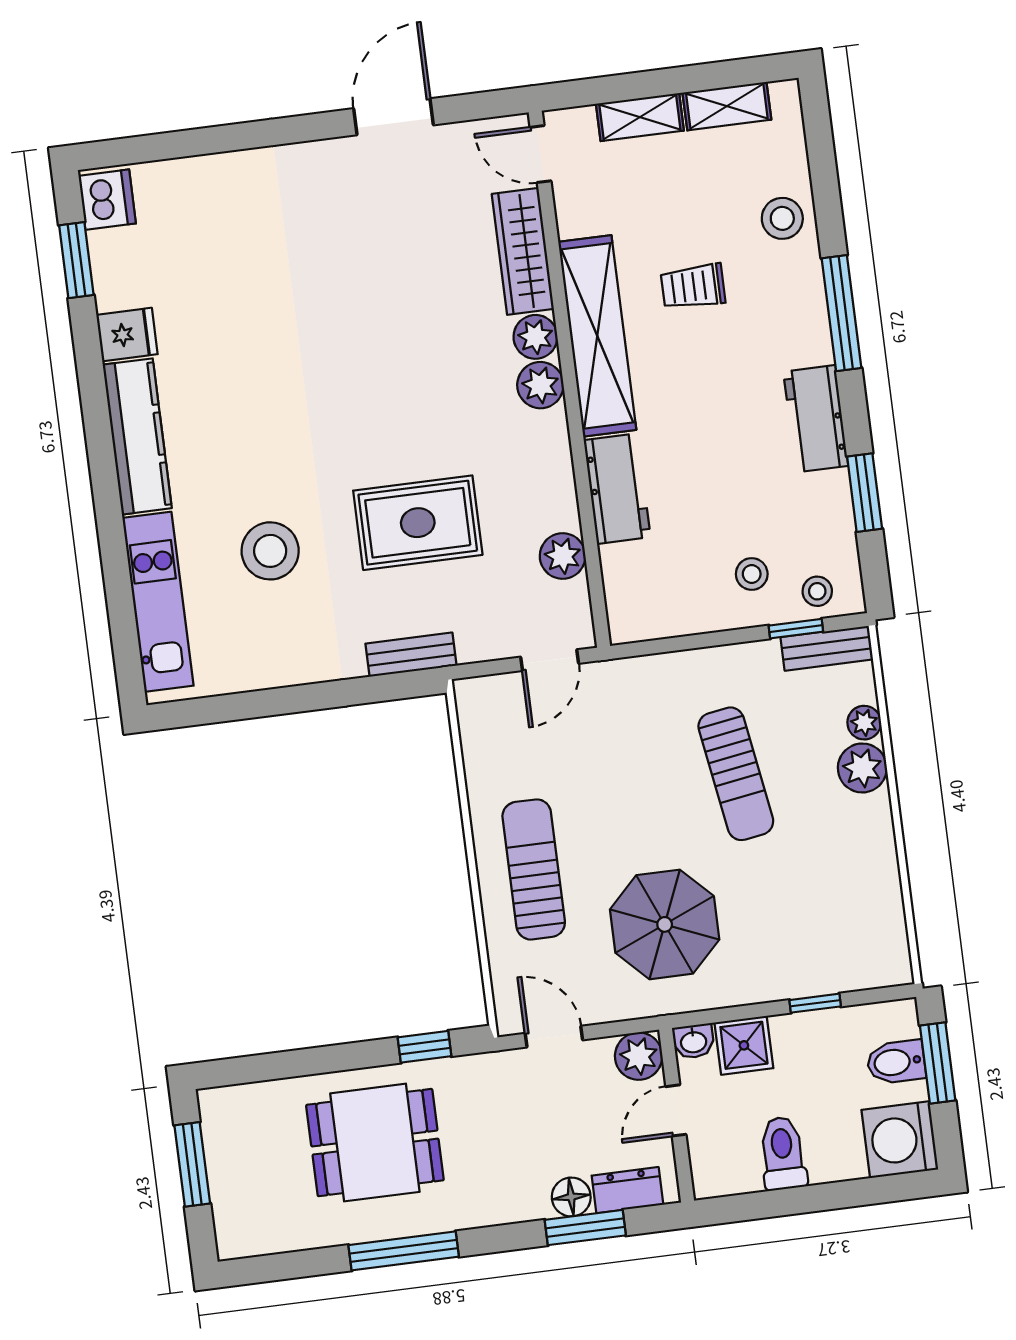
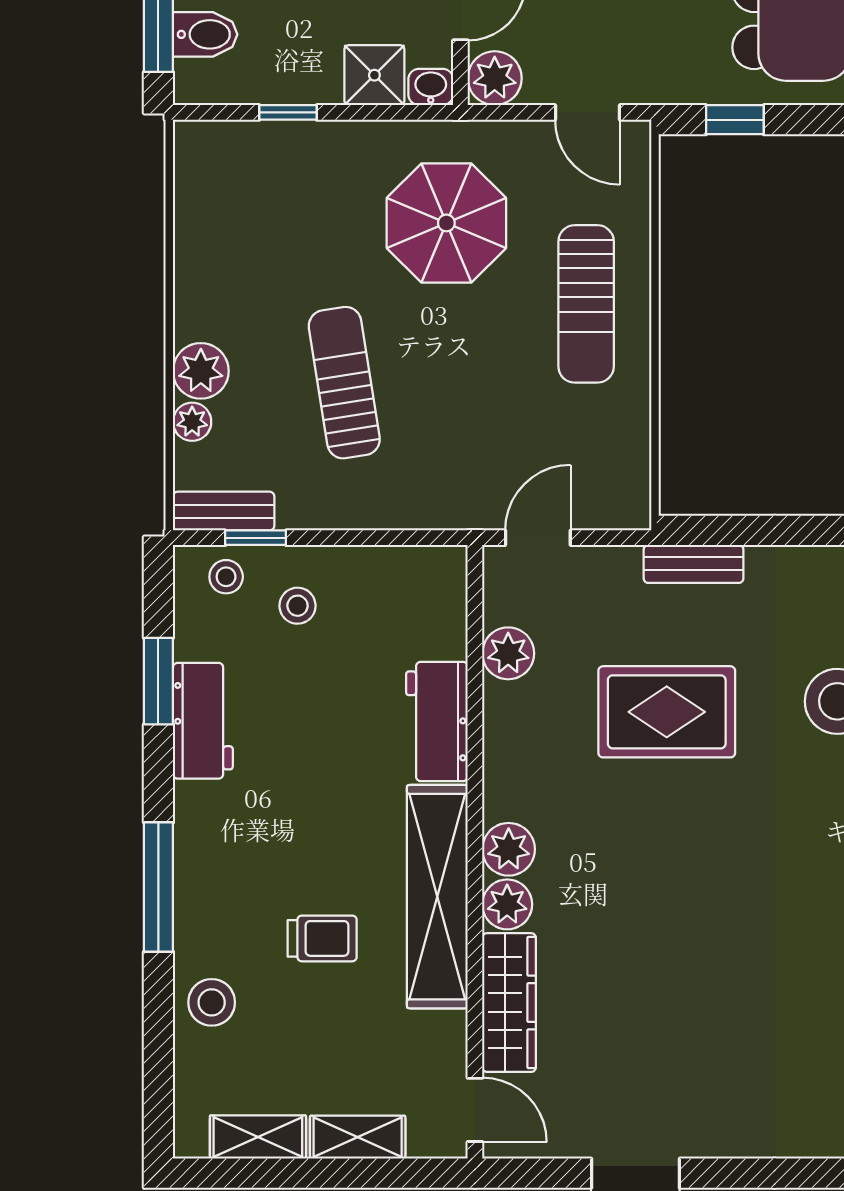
workbench: (816, 419) -> (203, 721), moved

